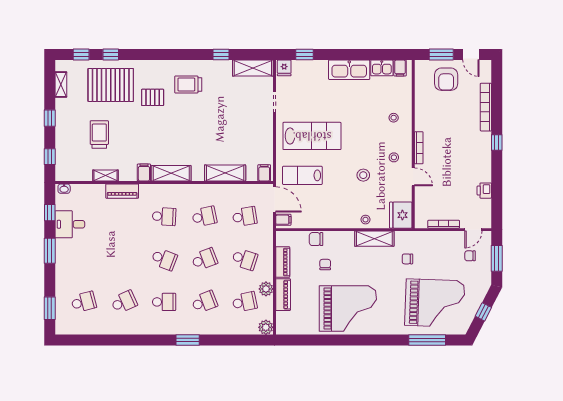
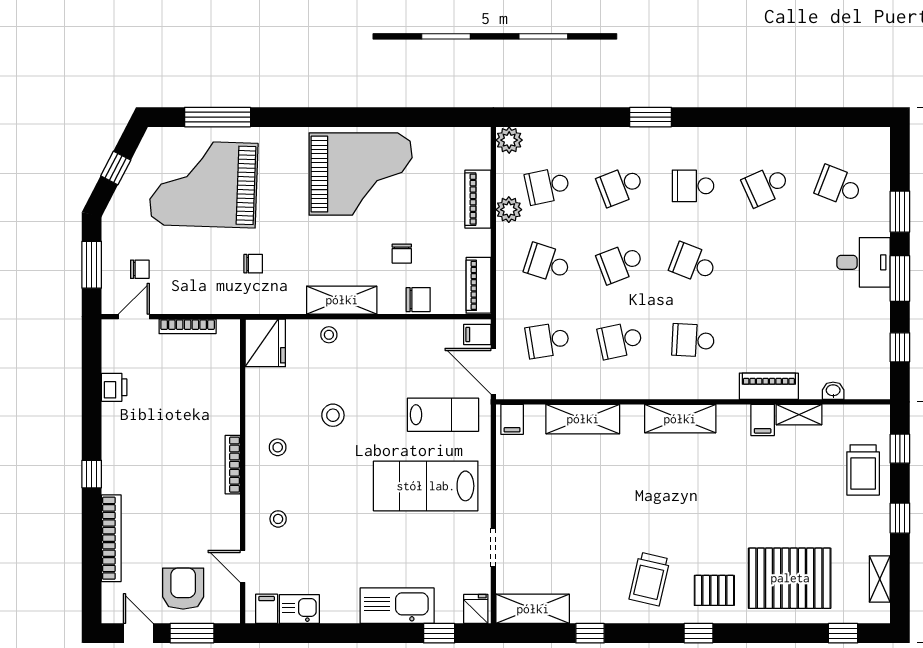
window: (111, 55) -> (698, 633), moved
kitchen sink: (349, 70) -> (397, 606), moved
trolley: (188, 84) -> (649, 579), turned 103
pallet: (153, 97) -> (714, 590), moved
trolley: (99, 134) -> (863, 470), moved
filing cabinet: (144, 172) -> (763, 420), moved
door: (413, 177) -> (243, 566), moved
washbasin: (64, 189) -> (833, 391), moved
desk: (70, 224) -> (864, 262), moved
shelving: (374, 239) -> (342, 300), moved
piano: (283, 262) -> (478, 285), moved
school desk: (84, 302) -> (839, 186), turned 36
window: (50, 308) -> (900, 212), moved
grand piano: (348, 308) -> (361, 174), turned 180

